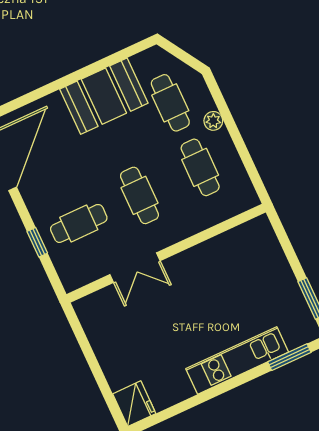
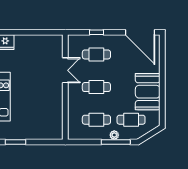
window: (225, 112) -> (116, 142), added
cafe table: (79, 223) -> (96, 54), turned 90
double door: (135, 268) -> (65, 70), swing flipped

